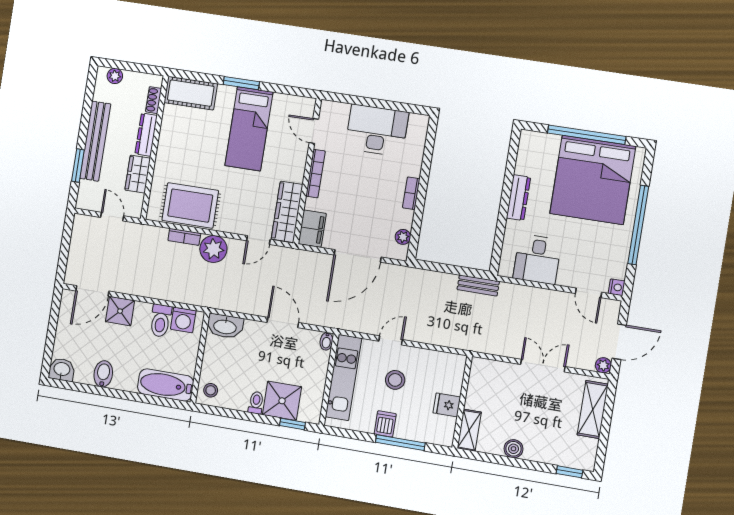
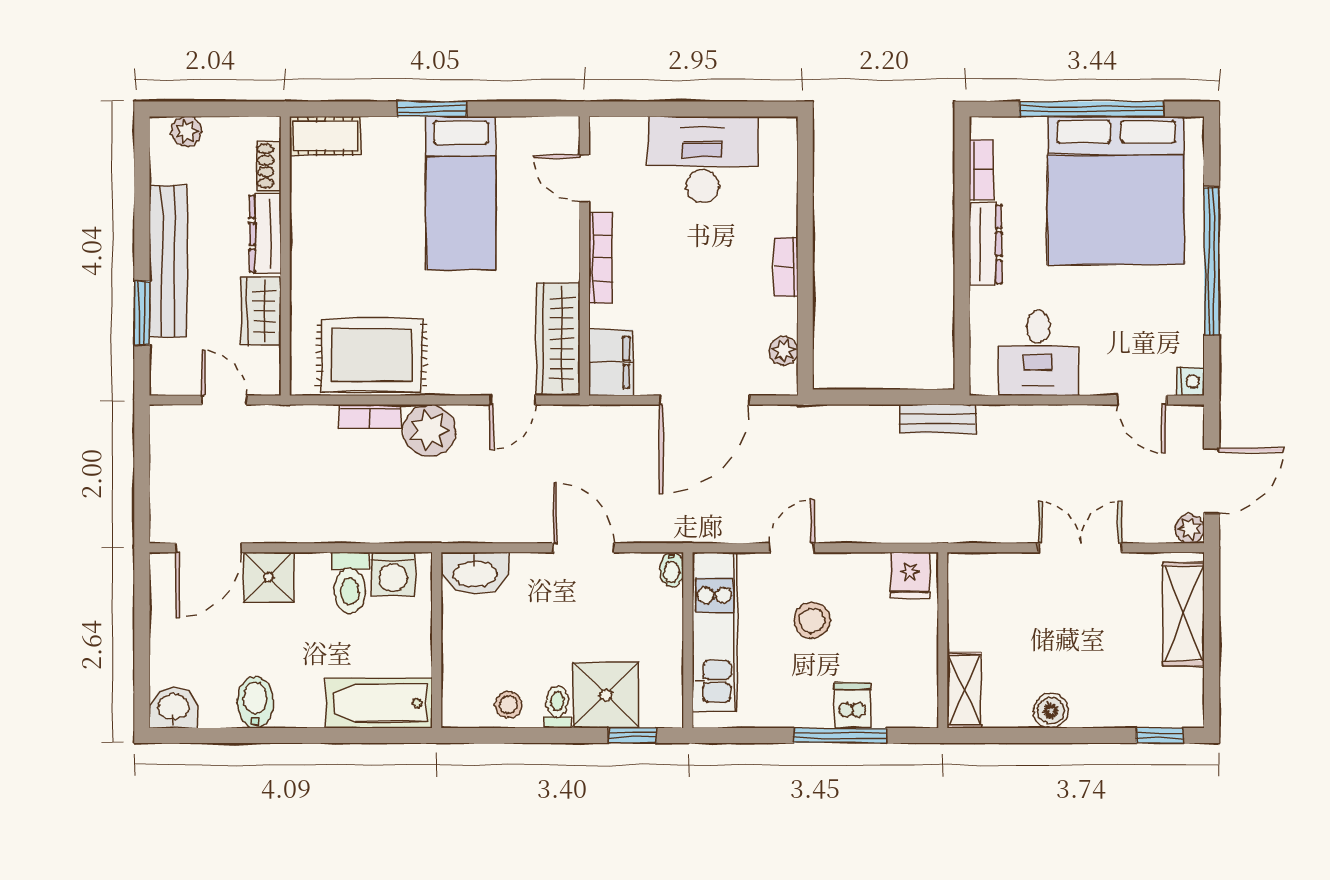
cot: (191, 93) -> (325, 136), width x0.73, depth x0.75
bookcase: (523, 158) -> (981, 170), added
stool: (211, 390) -> (508, 705), moved
fridge: (447, 405) -> (910, 575), moved, turned -90
dishwasher: (385, 424) -> (852, 705), moved

